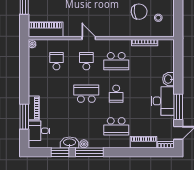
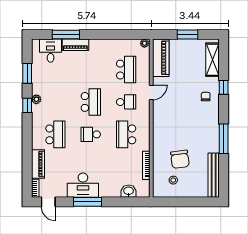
door: (89, 38) -> (151, 92), moved
school desk: (56, 61) -> (126, 70), width x1.85
washbasin: (168, 79) -> (129, 191), moved
window: (178, 107) -> (88, 202), moved
school desk: (116, 126) -> (55, 134), turned 180
washbasin: (70, 143) -> (38, 84), removed
window: (89, 152) -> (27, 105), width x0.46

